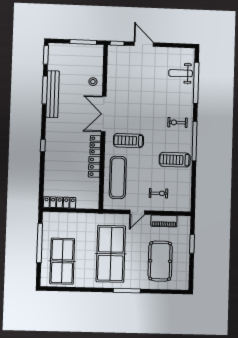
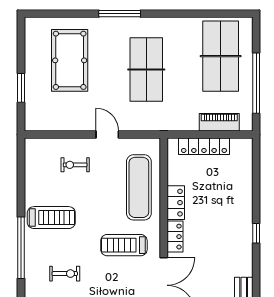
exercise bike: (177, 122) -> (65, 274), moved
treadmill: (129, 141) -> (124, 245), turned 180
locker: (60, 202) -> (204, 146), moved
door: (137, 212) -> (107, 135), hinge flipped
piano: (164, 221) -> (219, 122), moved
table tennis table: (111, 254) -> (146, 69), width x0.73, depth x0.76

